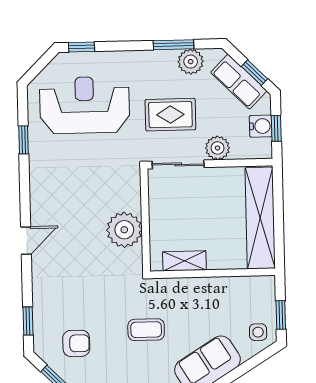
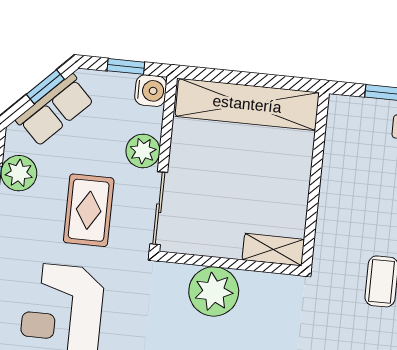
water cooler: (261, 126) -> (151, 91), moved, turned 90
plant: (124, 230) -> (214, 291), moved
shelving: (184, 261) -> (273, 250), moved, turned 90

